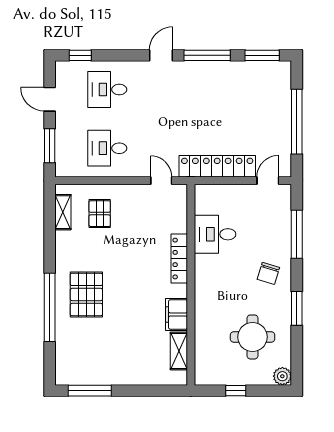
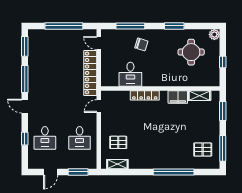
window: (80, 55) -> (25, 139), moved
chair: (268, 273) -> (141, 44), moved
pallet: (86, 294) -> (203, 150), moved, width x0.67, depth x0.71
window: (153, 391) -> (223, 111), added

